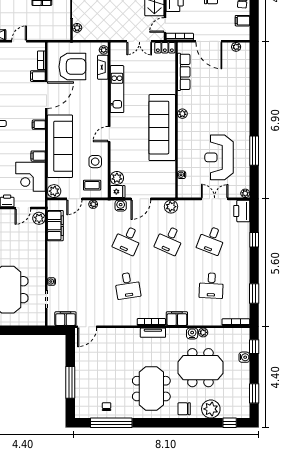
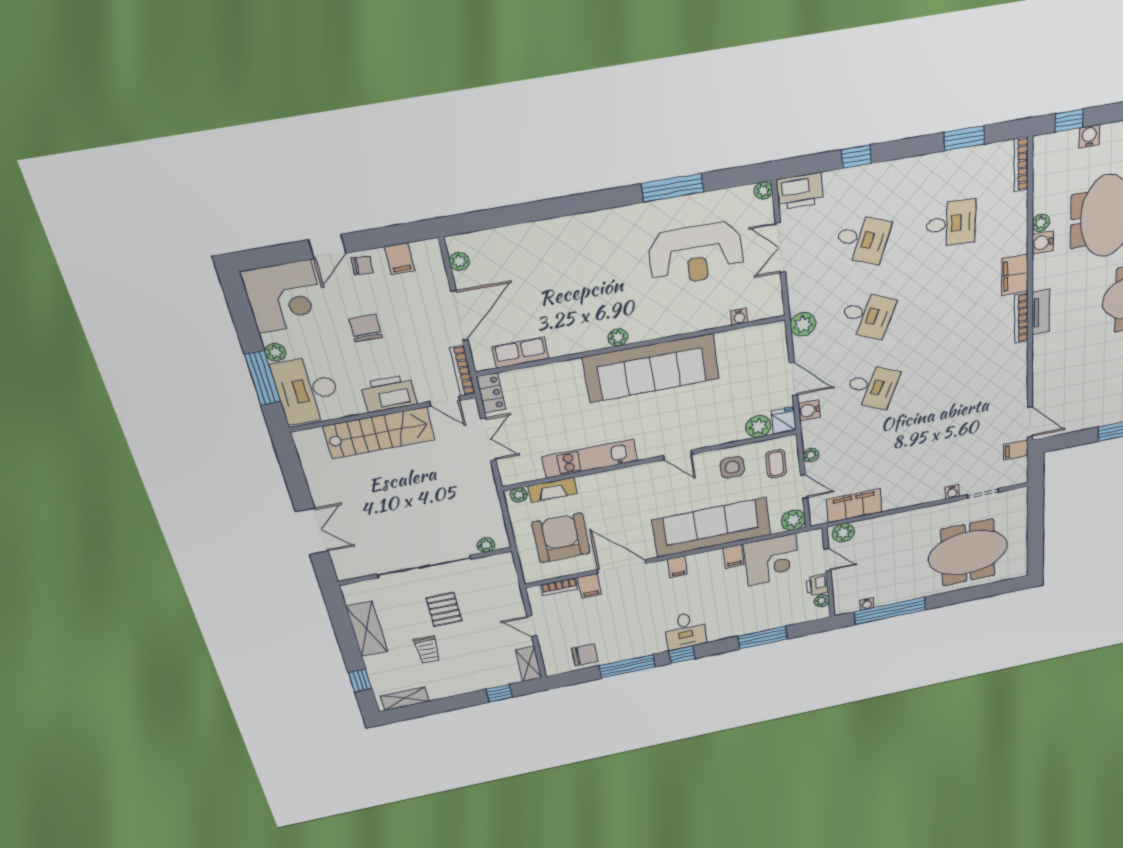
row of seats: (184, 72) -> (520, 353), width x0.68
desk: (128, 286) -> (955, 371), removed
filing cabinet: (65, 319) -> (1016, 450), width x0.50

